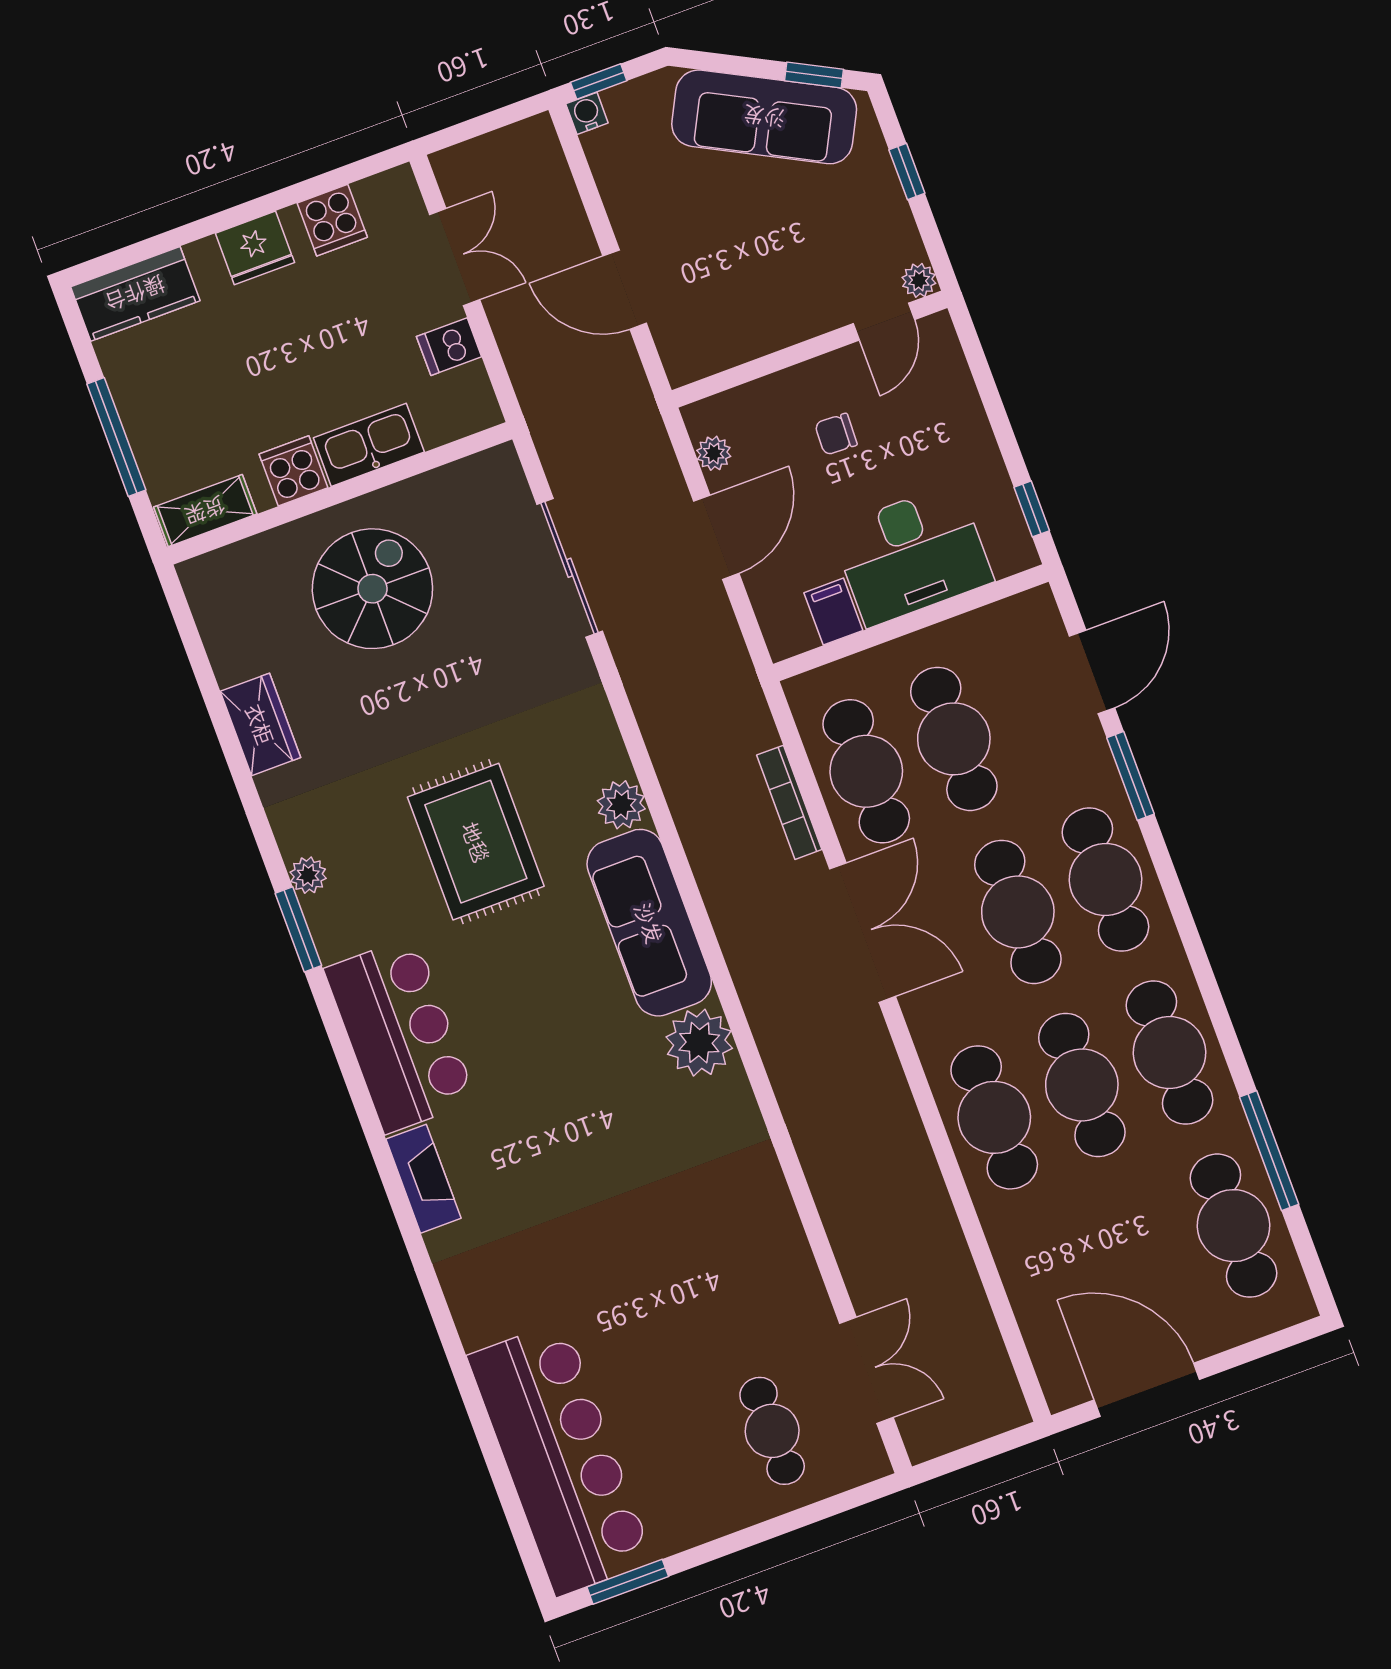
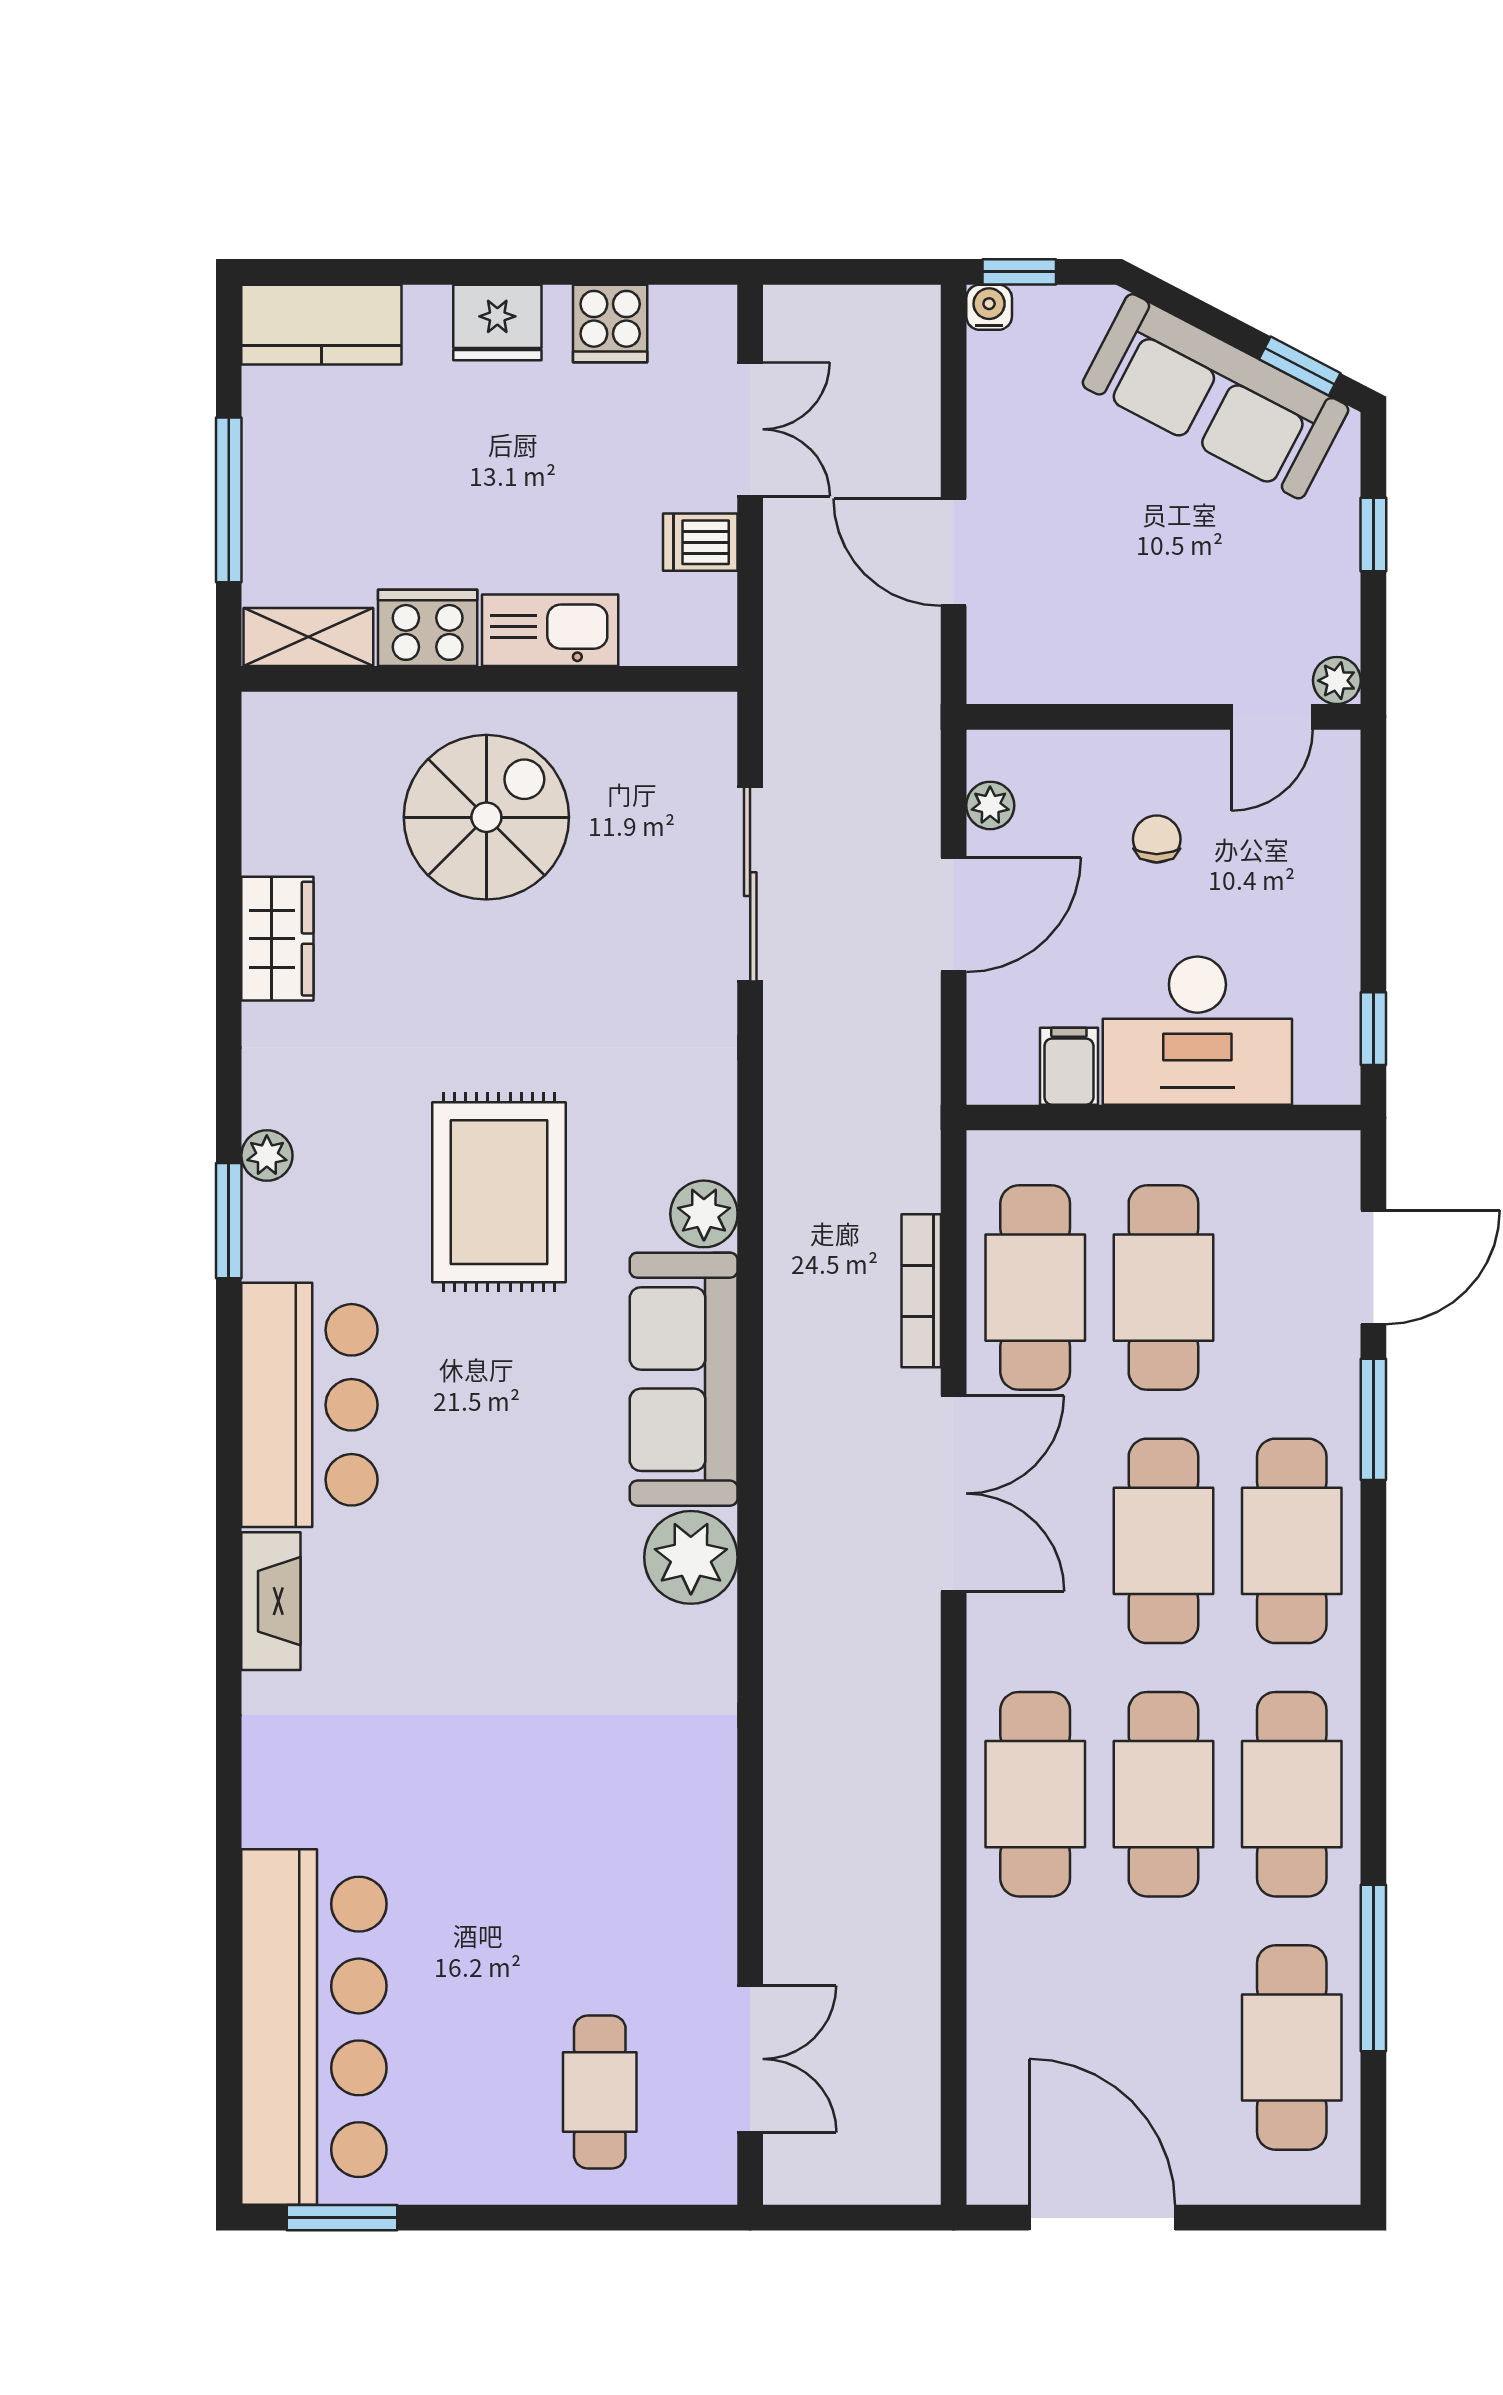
chair: (836, 434) -> (1157, 839), turned 88
cooker: (293, 471) -> (428, 628), width x1.36

